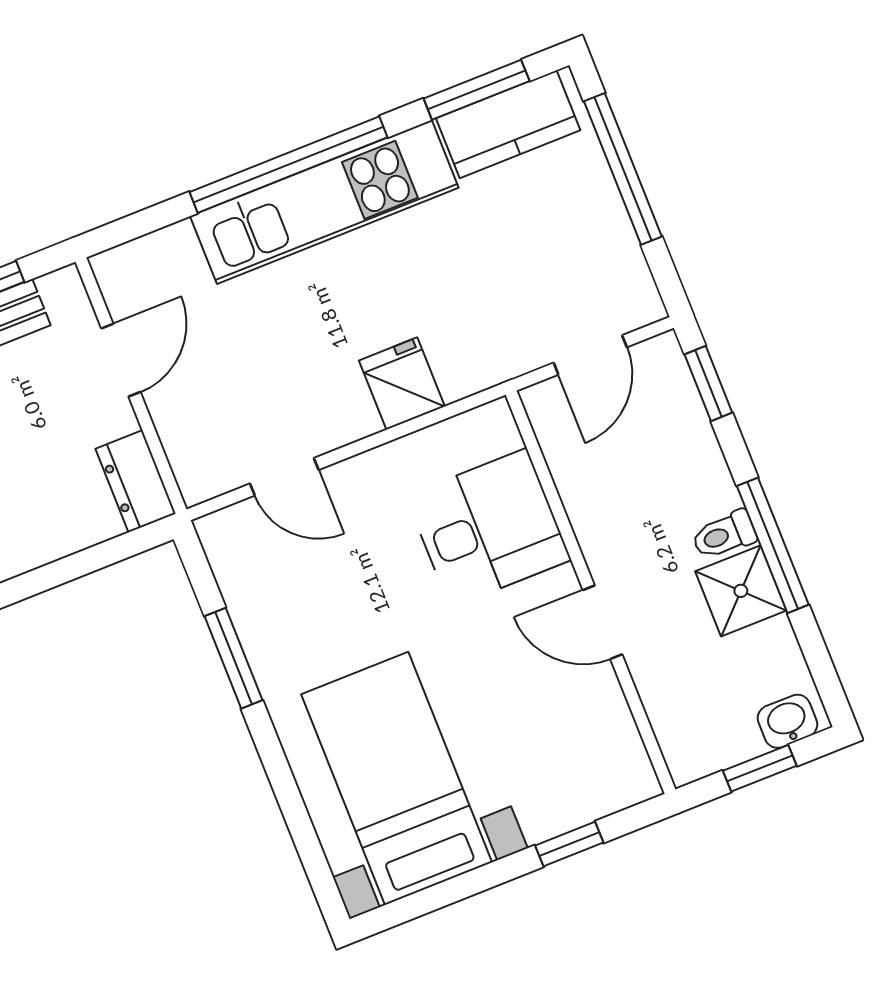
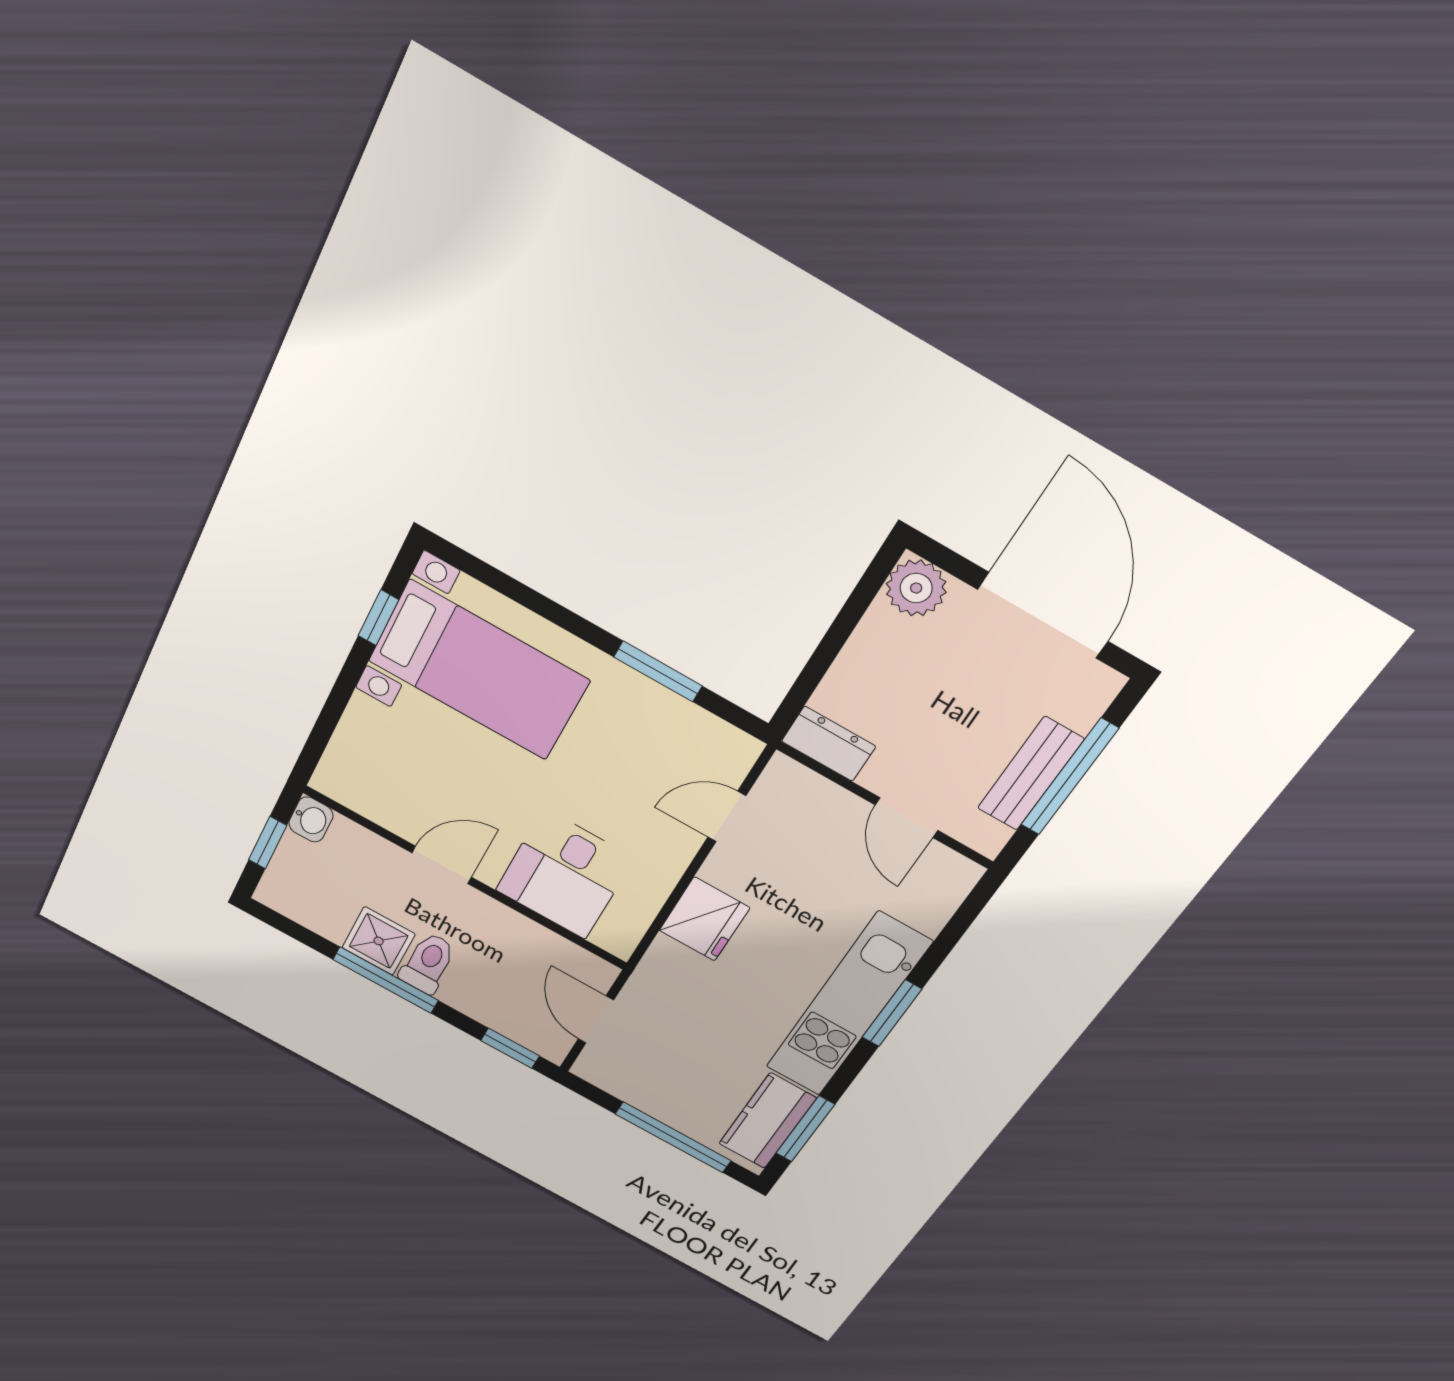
window: (289, 165) -> (892, 1013), width x0.47
fridge: (402, 384) -> (704, 919), width x1.38
toilet: (724, 535) -> (428, 963), width x1.37, depth x1.39
washbasin: (787, 721) -> (311, 819), moved
window: (569, 844) -> (378, 618), moved

